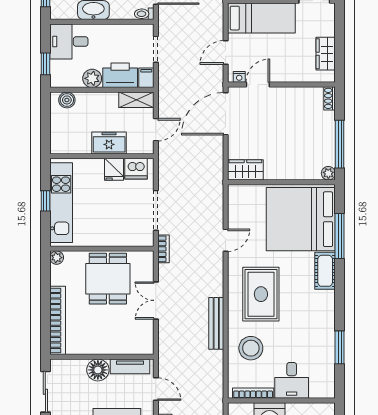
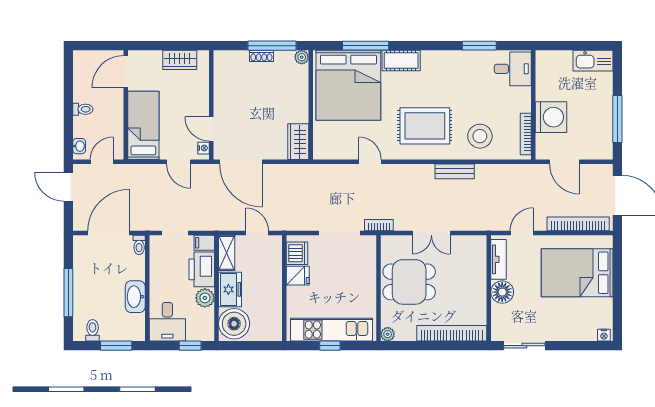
shoe rack: (330, 98) -> (261, 56), moved
boiler: (67, 100) -> (234, 324), width x1.86, depth x1.86
freezer: (109, 143) -> (230, 289), moved, turned 180
bench: (216, 323) -> (455, 171), width x0.73
desk: (292, 380) -> (513, 69), moved

